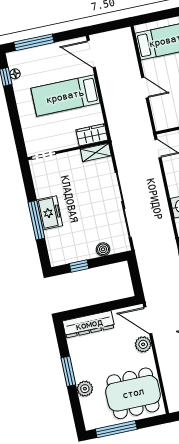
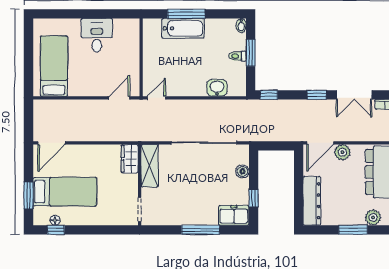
window: (34, 42) -> (28, 196), width x0.69
door: (145, 88) -> (119, 98), moved
bed: (65, 96) -> (65, 192), moved, turned -90
shelving: (96, 152) -> (150, 166), width x1.50, depth x1.33
freezer: (50, 213) -> (234, 215), moved

